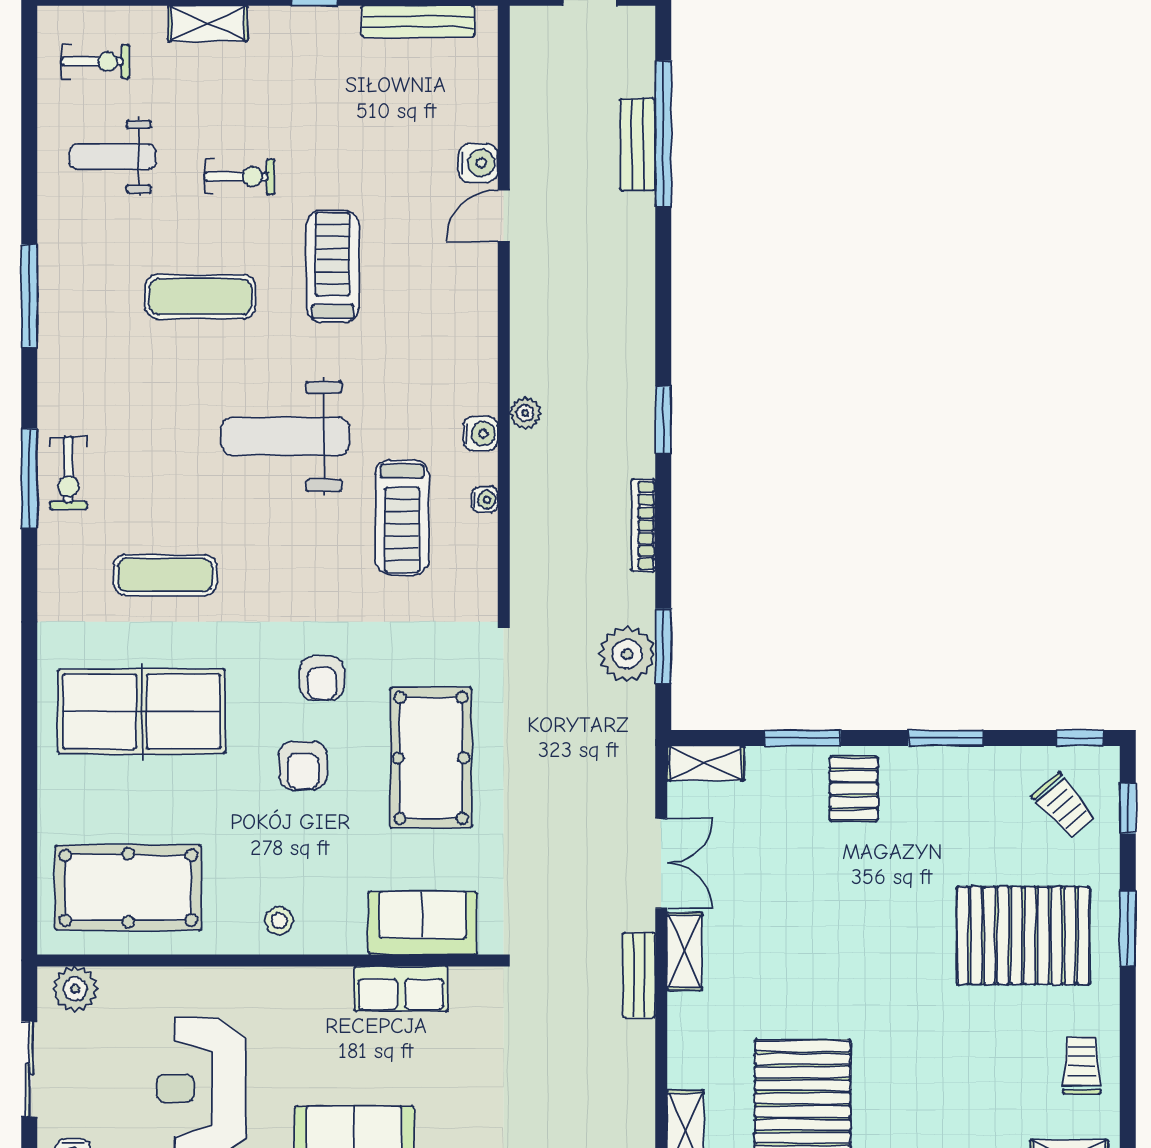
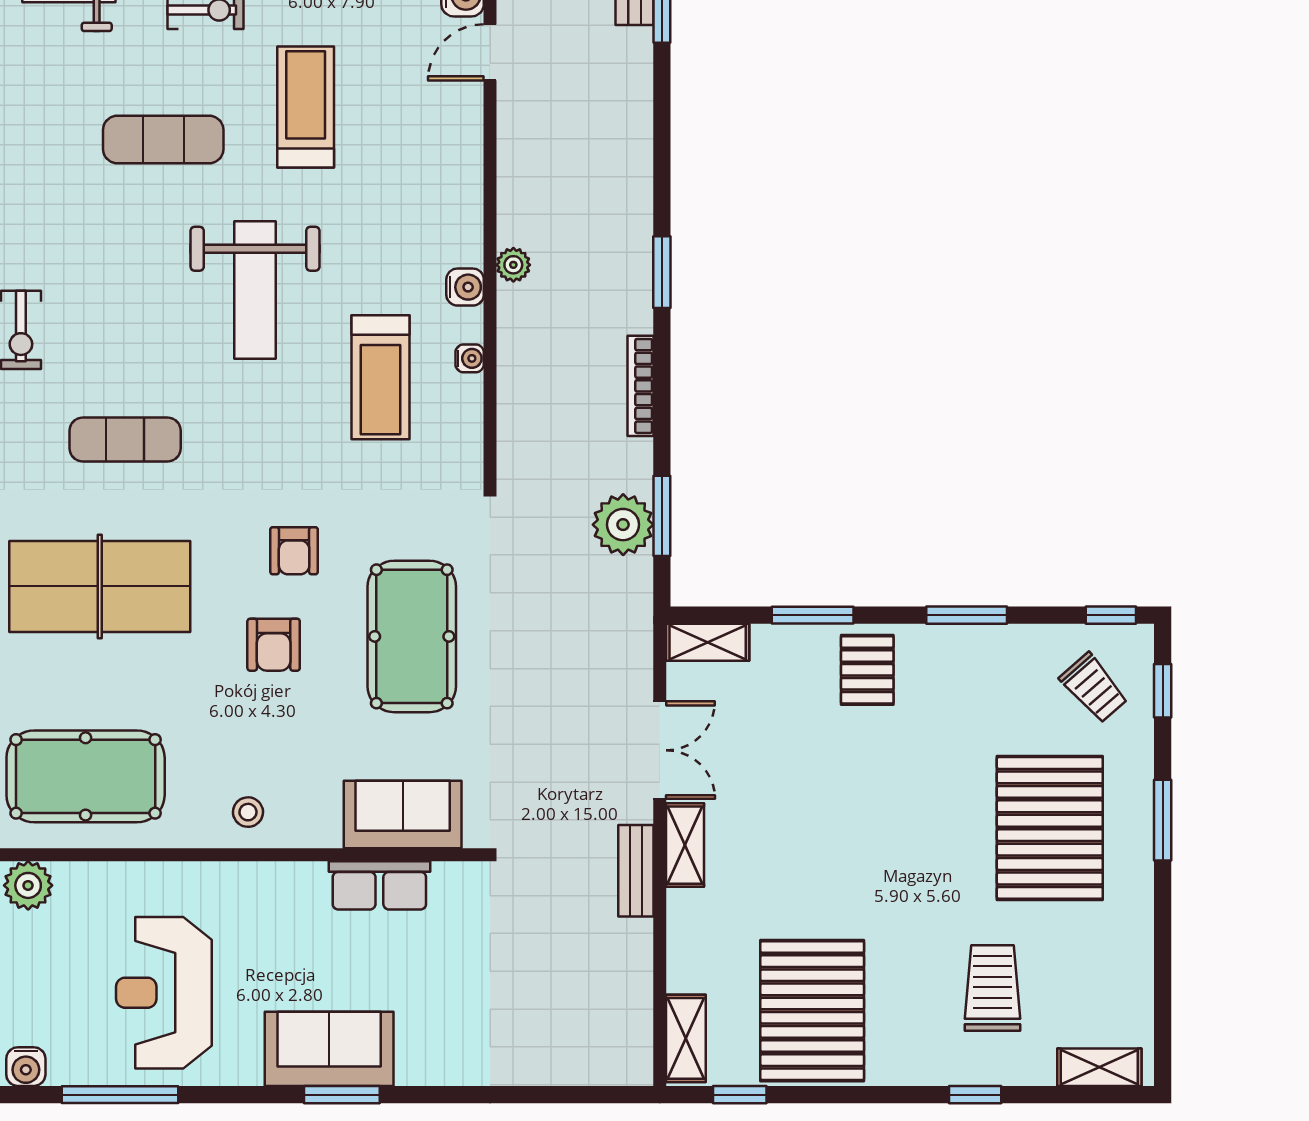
weight bench: (286, 436) -> (255, 290), turned -90
pallet: (1023, 936) -> (1050, 828), turned 90
trolley: (1082, 1065) -> (993, 988), moved, width x1.36, depth x1.39

